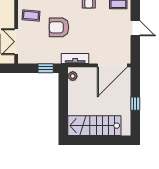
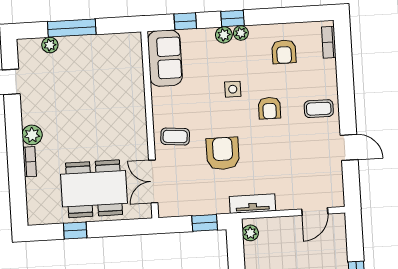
armchair: (59, 27) -> (223, 153), turned 90
door: (112, 65) -> (315, 211), width x0.53

